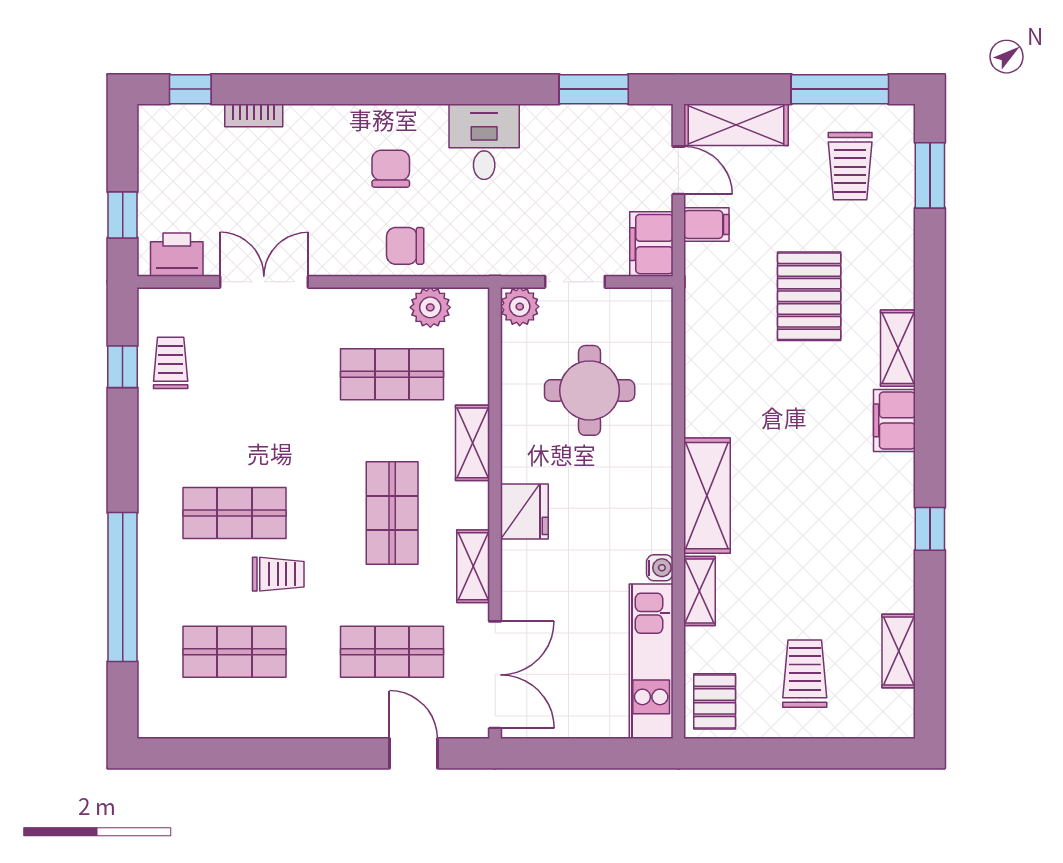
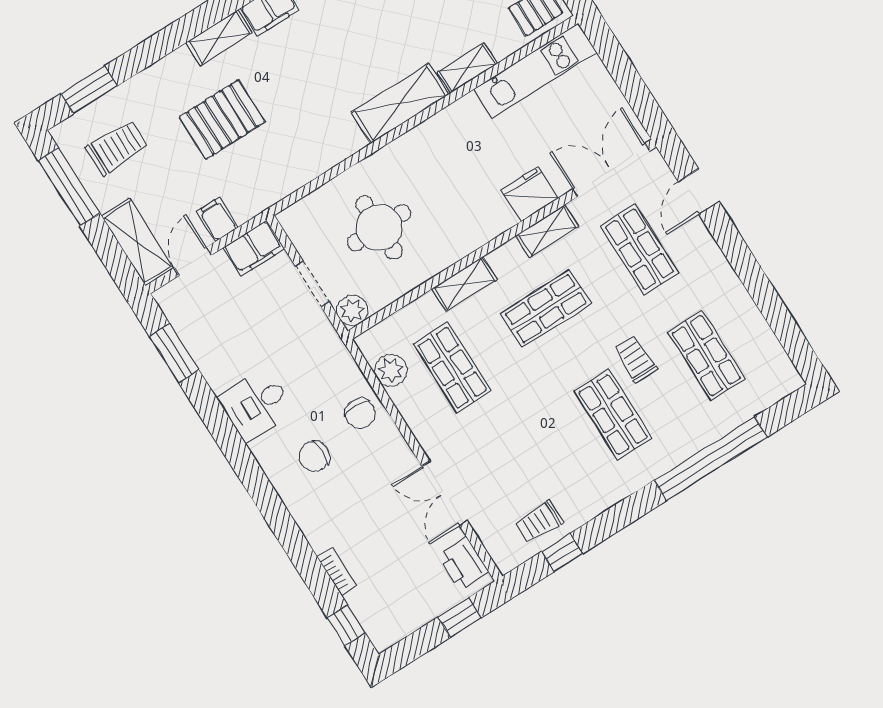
fridge: (524, 512) -> (529, 194), moved
water cooler: (660, 568) -> (469, 105), removed

